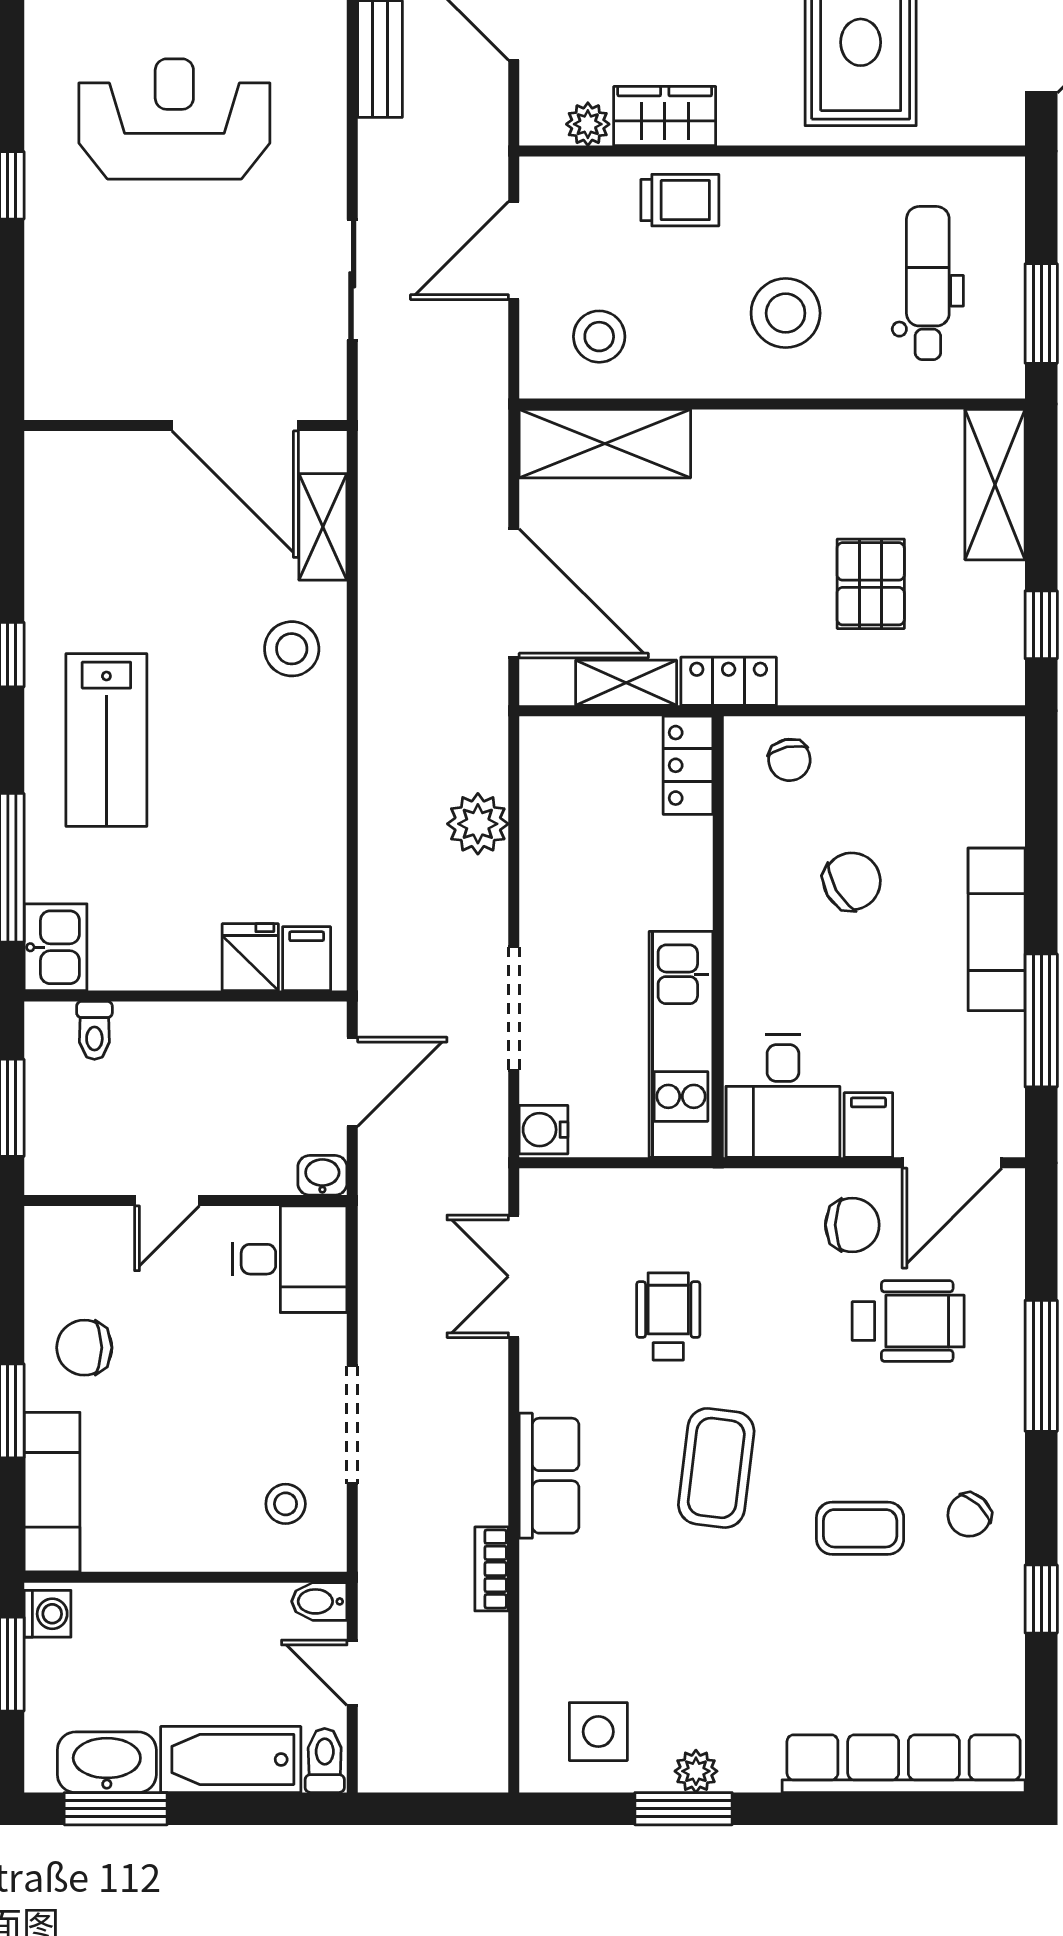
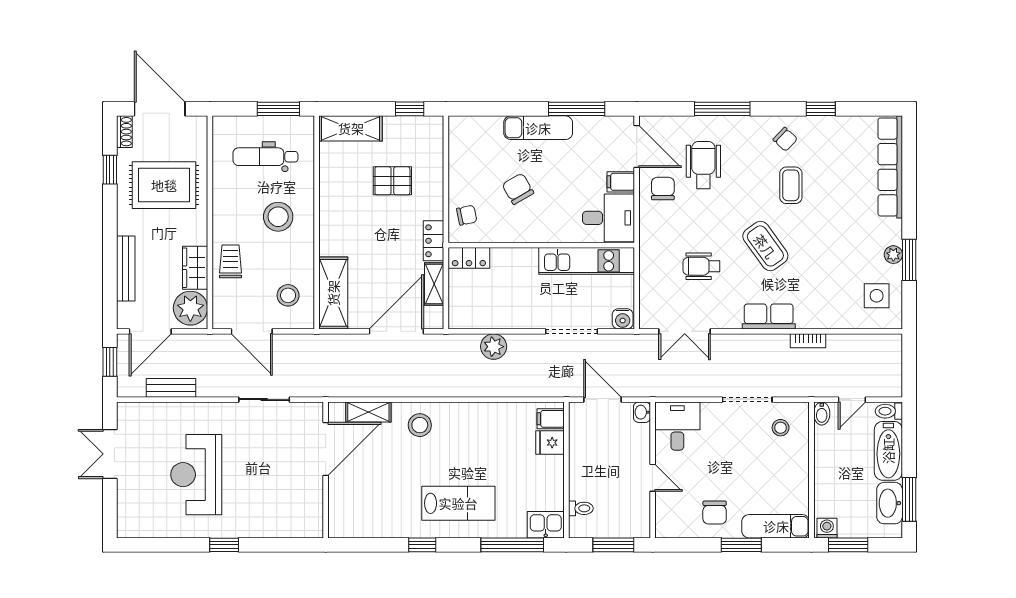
plant: (588, 124) -> (190, 308), width x1.88, depth x1.88
coffee table: (716, 1468) -> (765, 246), turned 47

